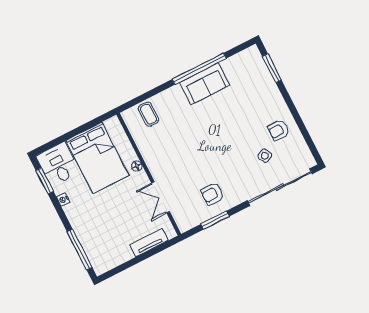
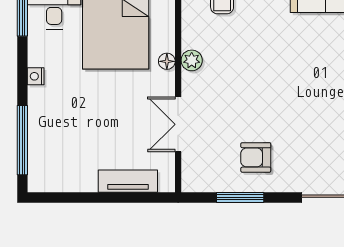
plant: (150, 159) -> (192, 60), added
nightstand: (63, 199) -> (36, 76), moved

